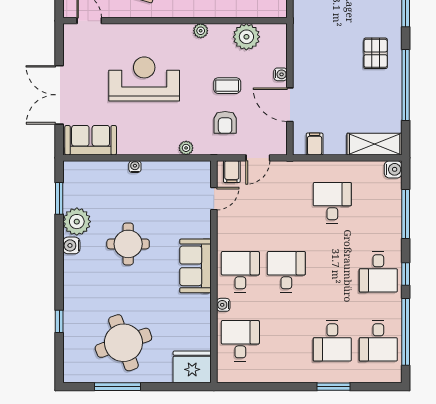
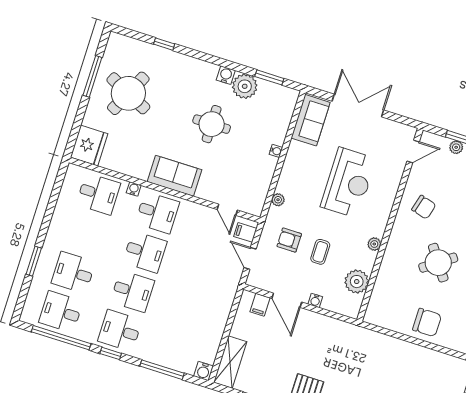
door: (290, 105) -> (287, 300), swing flipped
filing cabinet: (315, 144) -> (260, 305), moved, turned 90
desk: (332, 203) -> (132, 291), moved
round table: (123, 343) -> (128, 93), turned 45

